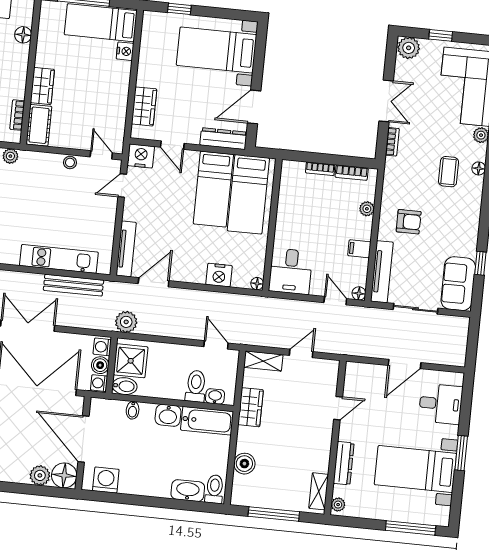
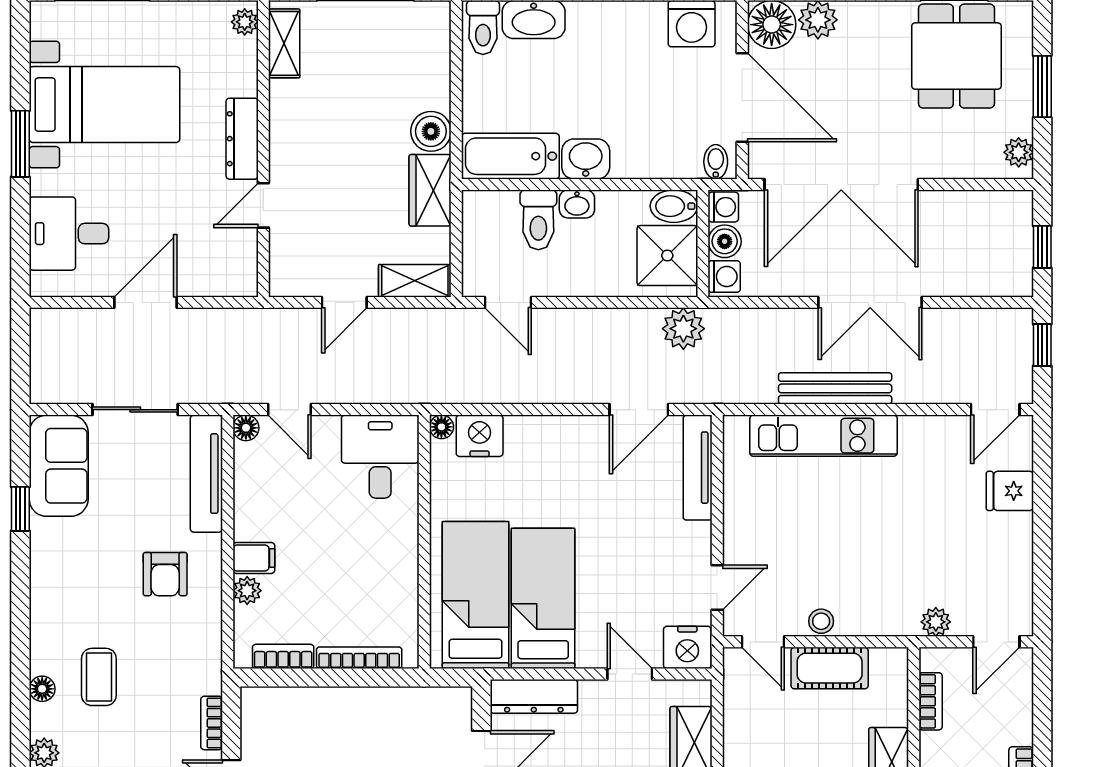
cot: (39, 125) -> (830, 668), moved, turned 90
bookcase: (320, 169) -> (359, 658), width x1.56
armchair: (409, 222) -> (165, 574), turned -90
filing cabinet: (359, 249) -> (254, 558), moved
nightstand: (219, 275) -> (480, 436), moved
bench: (73, 285) -> (835, 388), moved
washbasin: (215, 396) -> (577, 204), moved
bidet: (133, 410) -> (716, 162), moved
dresser: (344, 463) -> (242, 139), moved
boiler: (244, 464) -> (431, 131), moved

